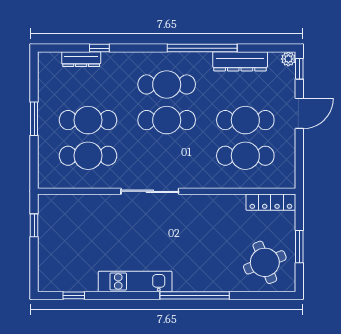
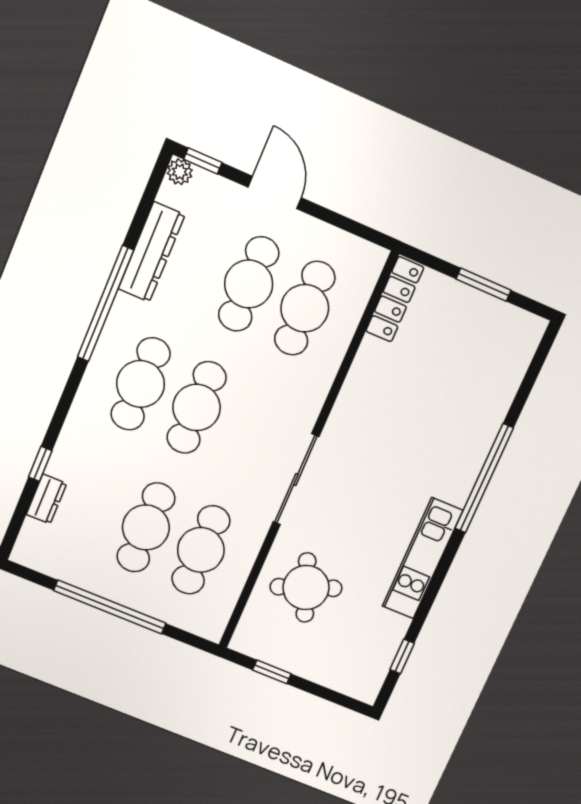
dresser: (81, 59) -> (47, 499), width x0.70
window: (34, 119) -> (110, 607), width x2.11
round table: (265, 262) -> (306, 588), moved

